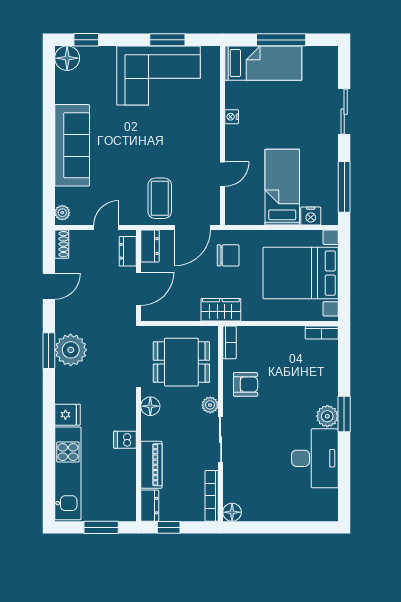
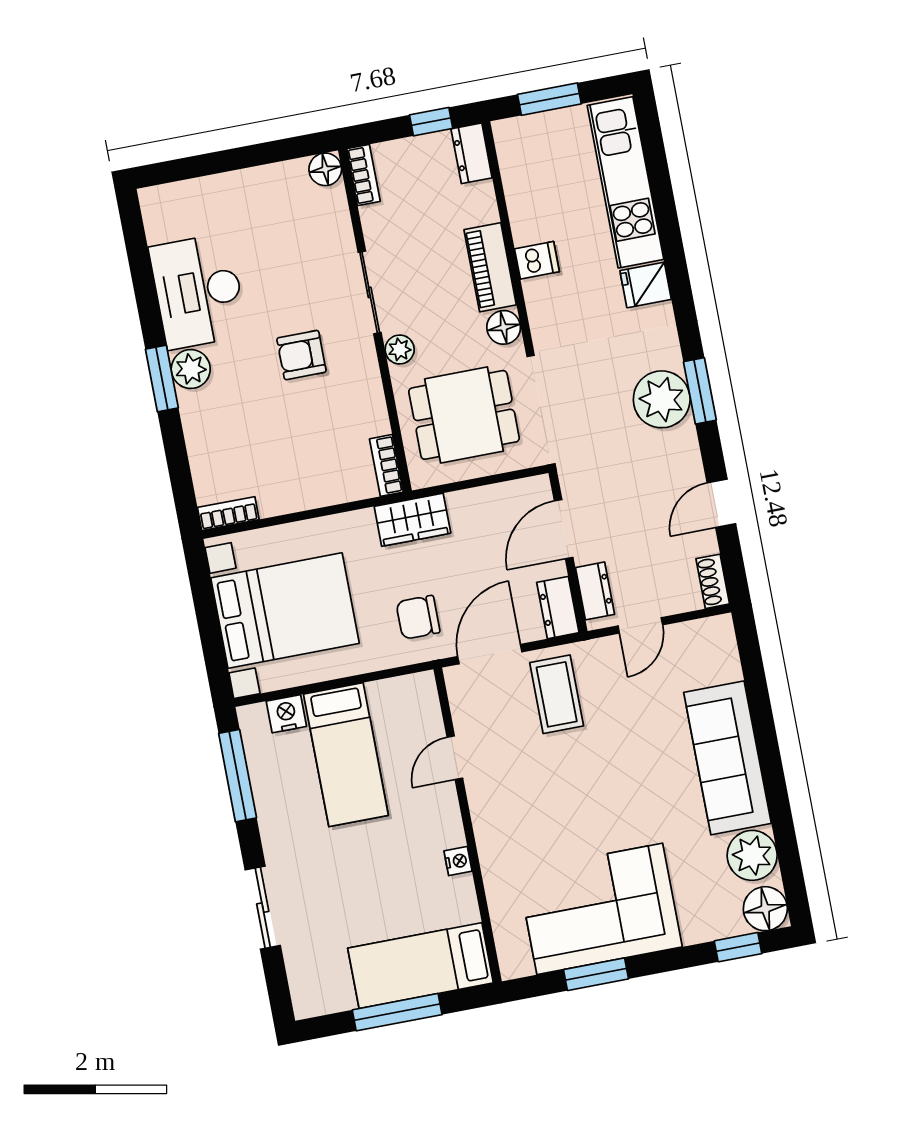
plant: (62, 213) -> (752, 855), moved, width x1.87, depth x1.87
armchair: (246, 384) -> (301, 355), moved
piano: (151, 465) -> (490, 267), moved
bookcase: (212, 496) -> (363, 175), width x0.64

